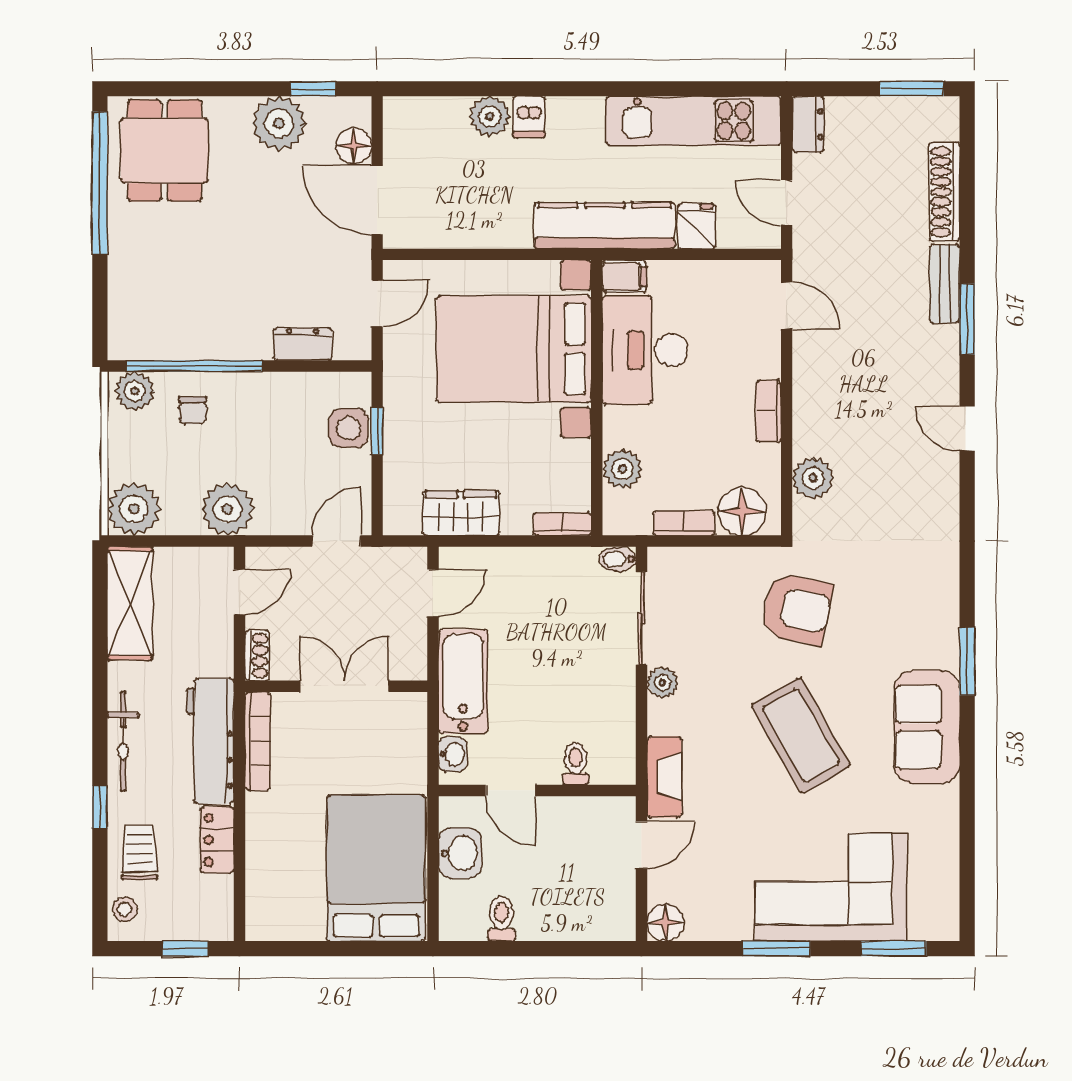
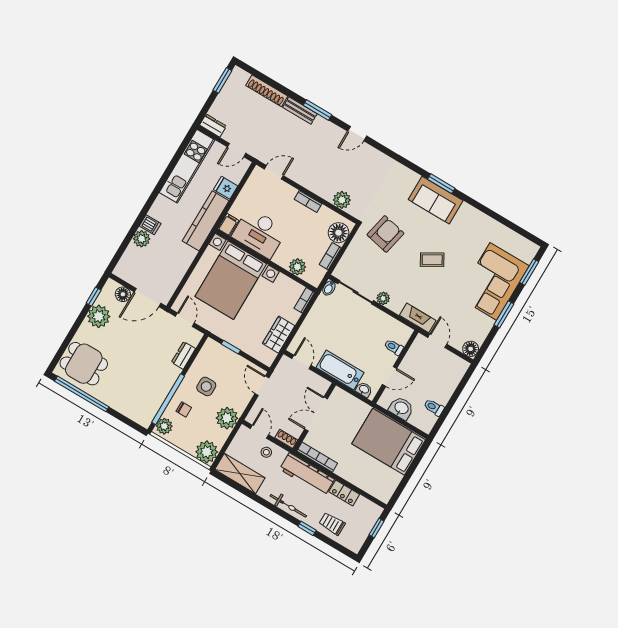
side table: (349, 428) -> (206, 386), moved
sofa: (927, 727) -> (436, 200), moved
coffee table: (801, 736) -> (432, 260), width x0.54, depth x0.58
stool: (125, 909) -> (266, 452), moved

